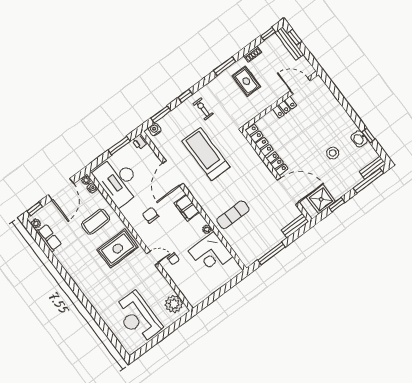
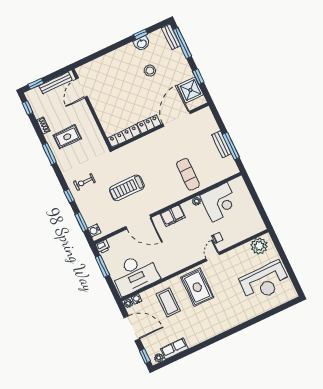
bench: (289, 43) -> (56, 83), moved
locker: (284, 107) -> (98, 106), removed
treadmill: (206, 154) -> (127, 188), width x0.73, depth x0.73
chair: (151, 215) -> (173, 250), removed
bench: (295, 226) -> (222, 144), moved

